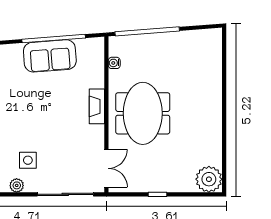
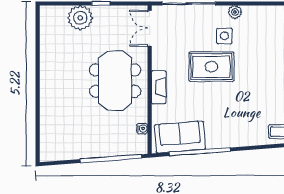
sofa: (50, 56) -> (180, 137), moved
rug: (41, 128) -> (211, 67), added
plant: (209, 179) -> (80, 18), moved

